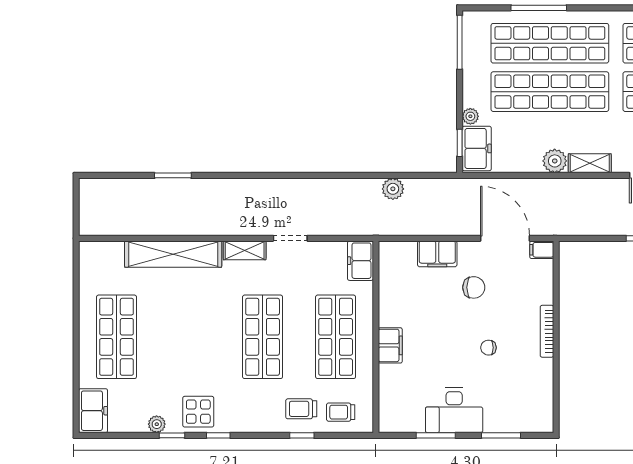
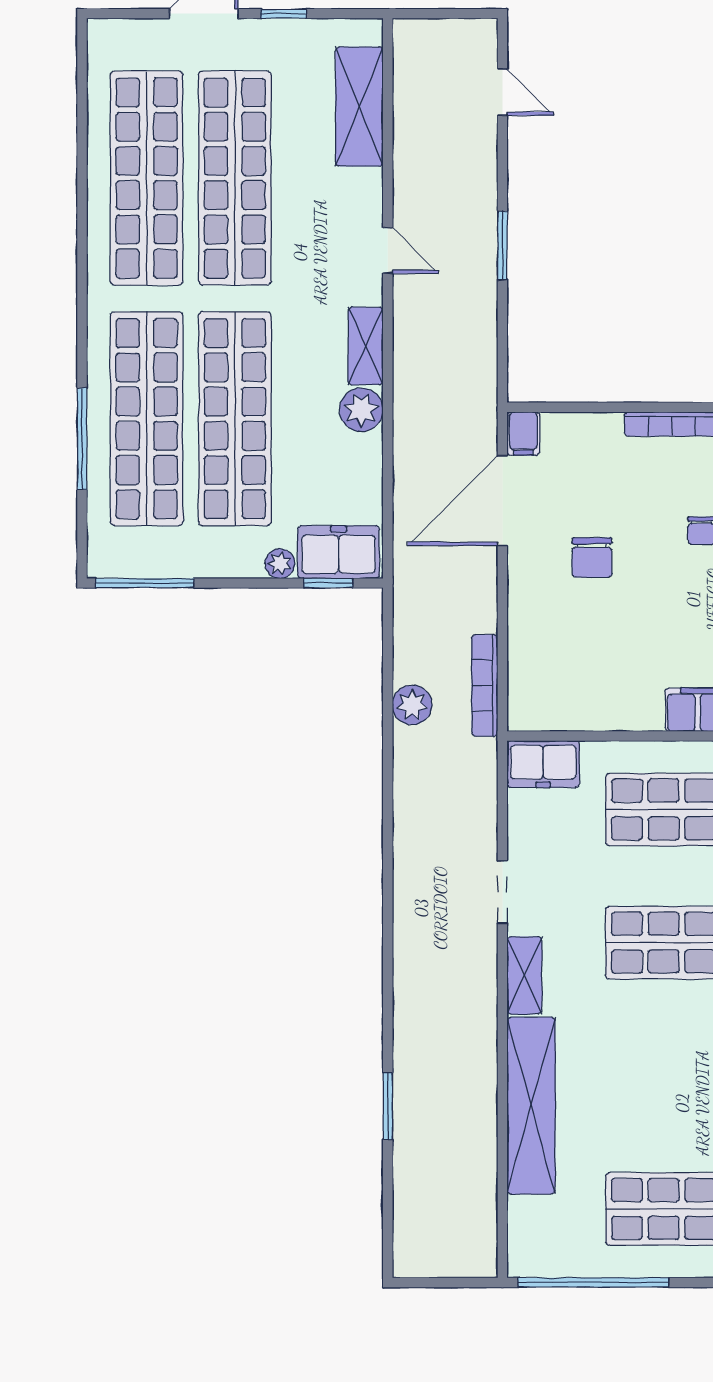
bookcase: (404, 229) -> (485, 685), added
filing cabinet: (437, 254) -> (531, 624), removed
chair: (474, 287) -> (592, 558), turned 180
window: (76, 288) -> (594, 1282), added

